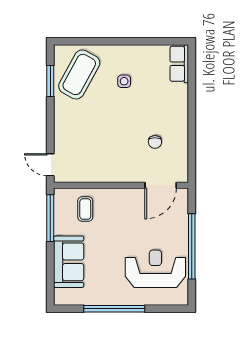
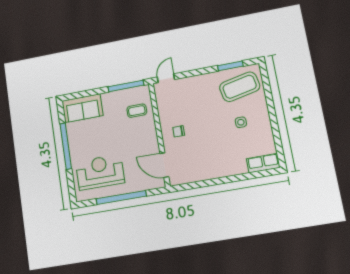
coffee table: (79, 74) -> (240, 87), turned -41
chair: (155, 142) -> (179, 131), moved
sofa: (69, 262) -> (82, 108), moved
reception desk: (155, 269) -> (100, 172), turned -90

